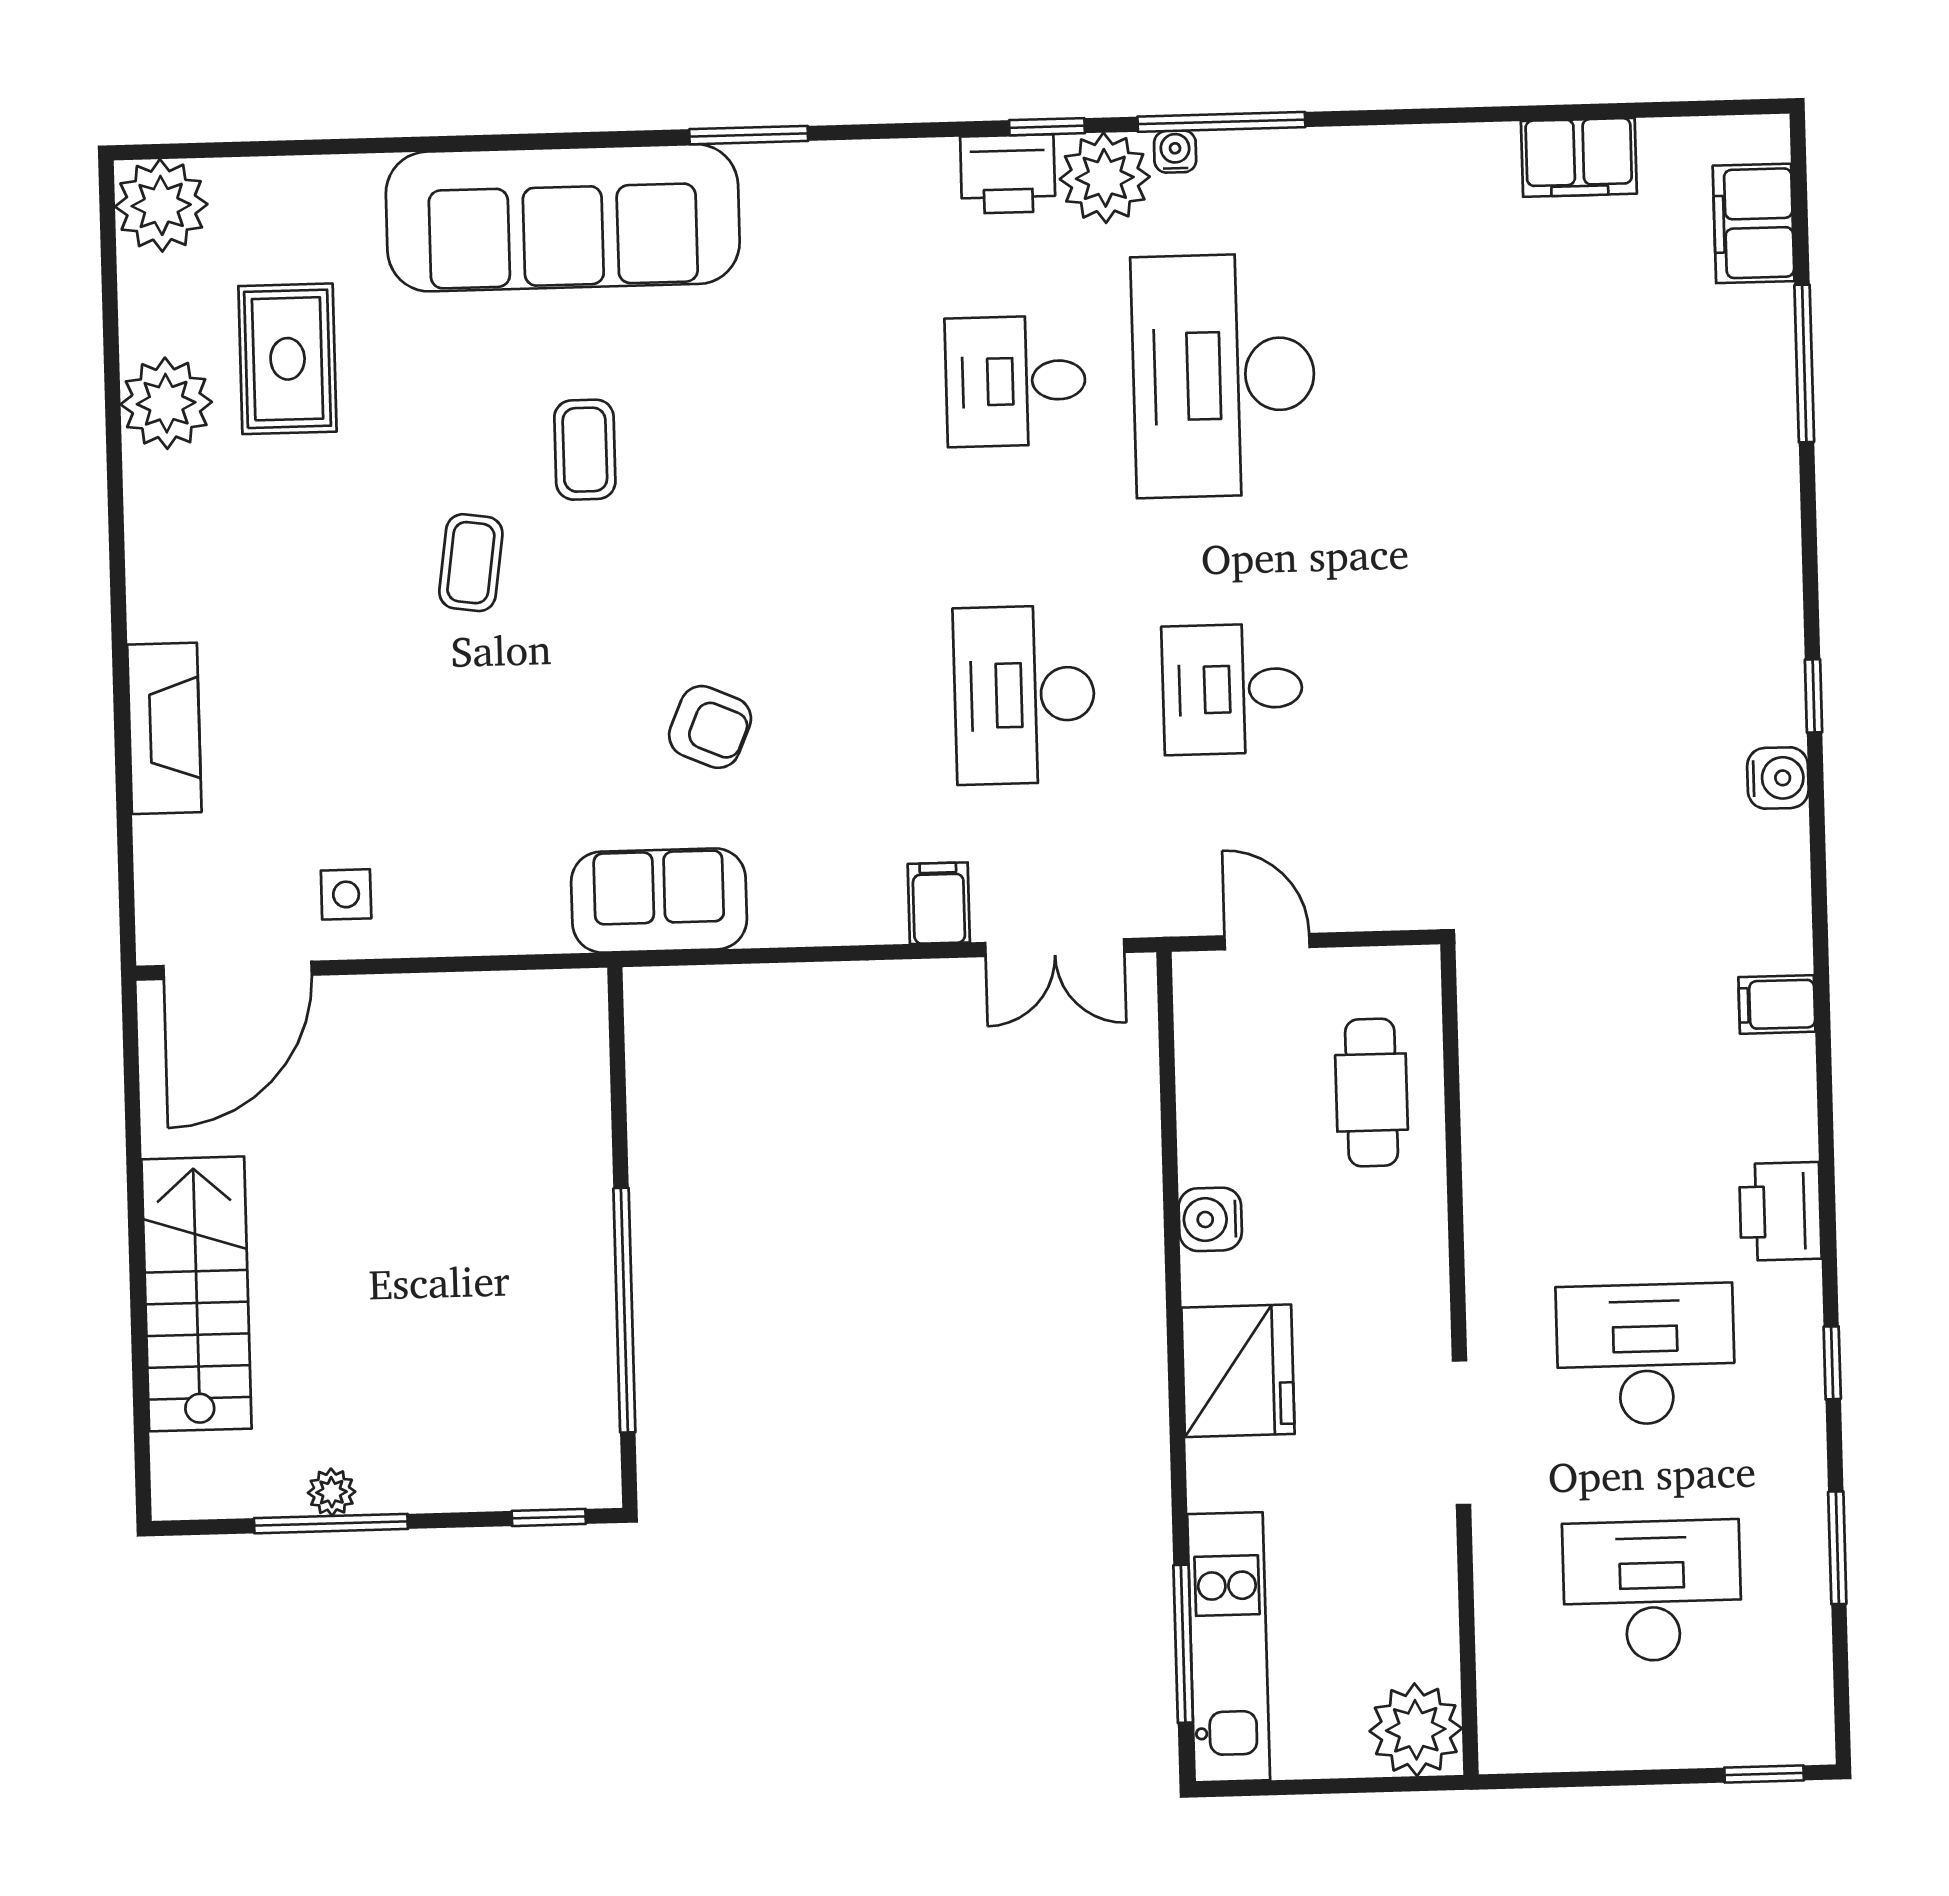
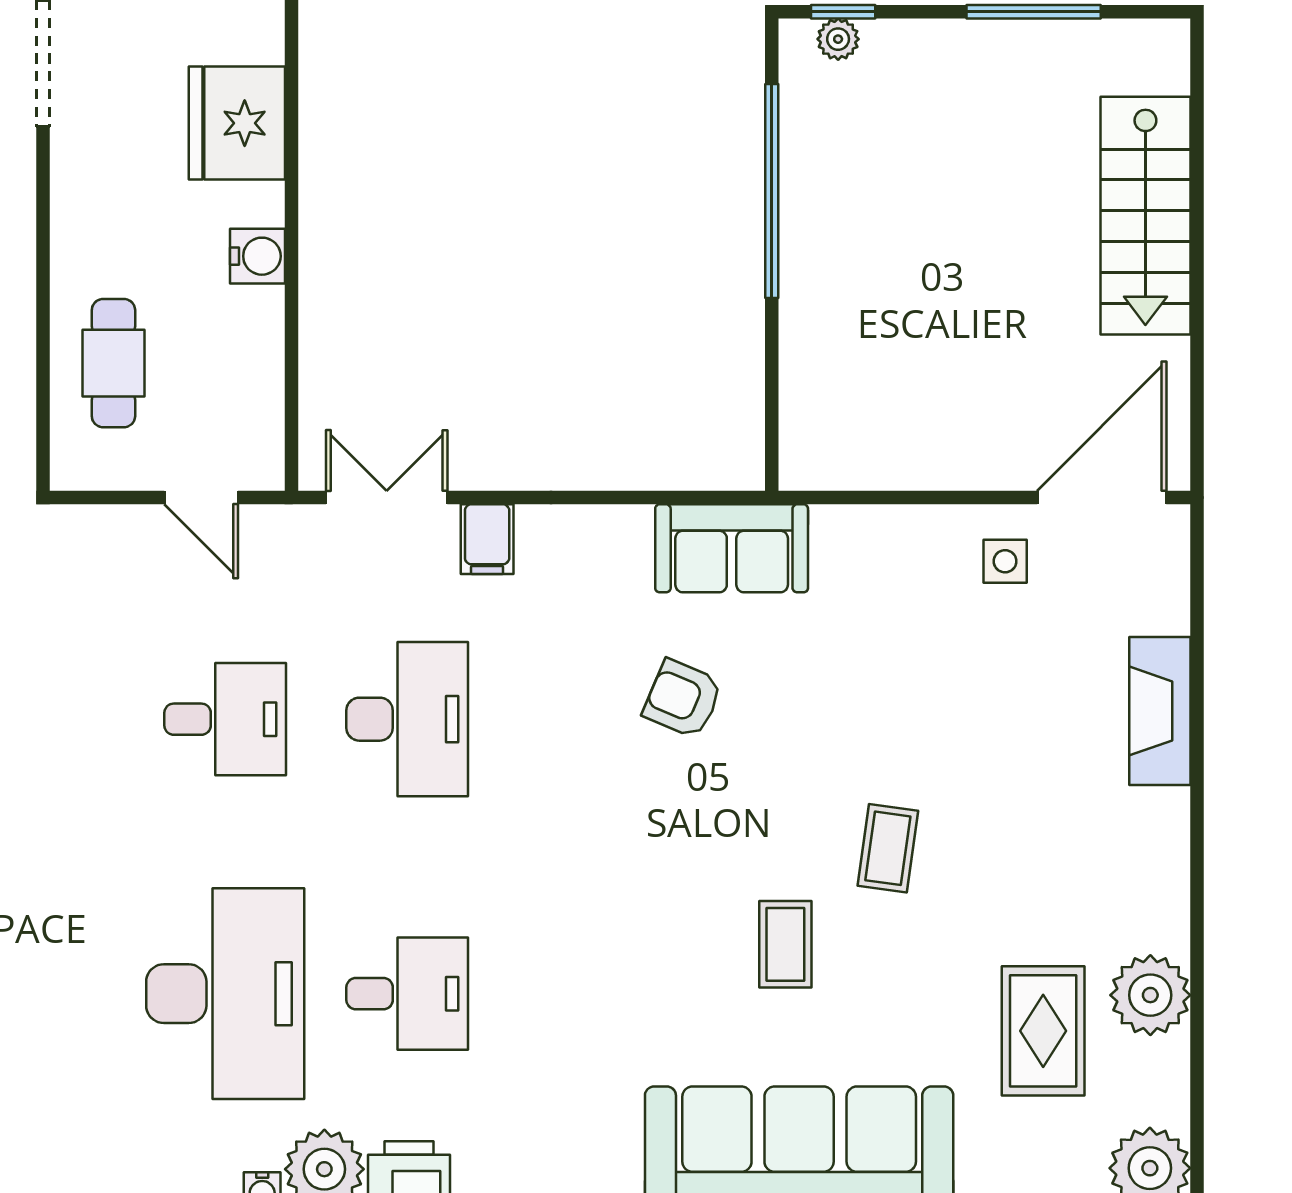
plant: (332, 1492) -> (838, 39), moved

